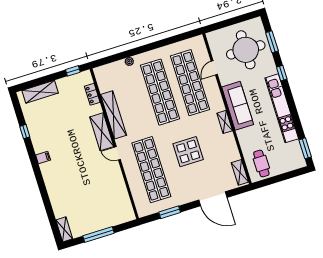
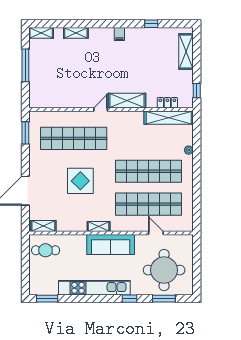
shelving: (113, 115) -> (169, 118), moved
shelving: (54, 198) -> (76, 33), added
window: (170, 212) -> (25, 133), moved

